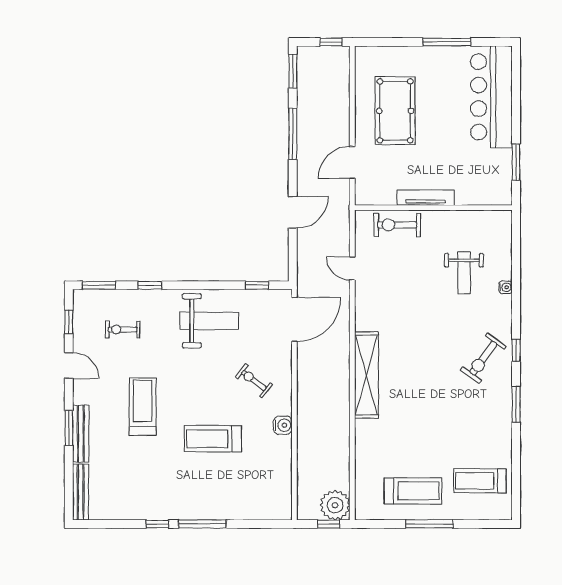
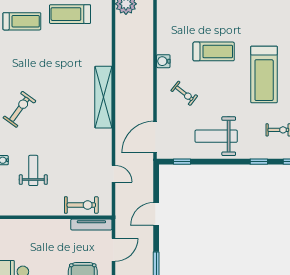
tv unit: (426, 198) -> (91, 225), moved
treadmill: (143, 407) -> (264, 74), width x1.37, depth x1.38

